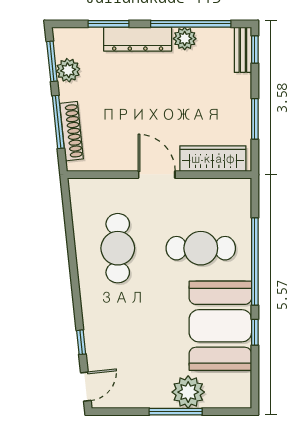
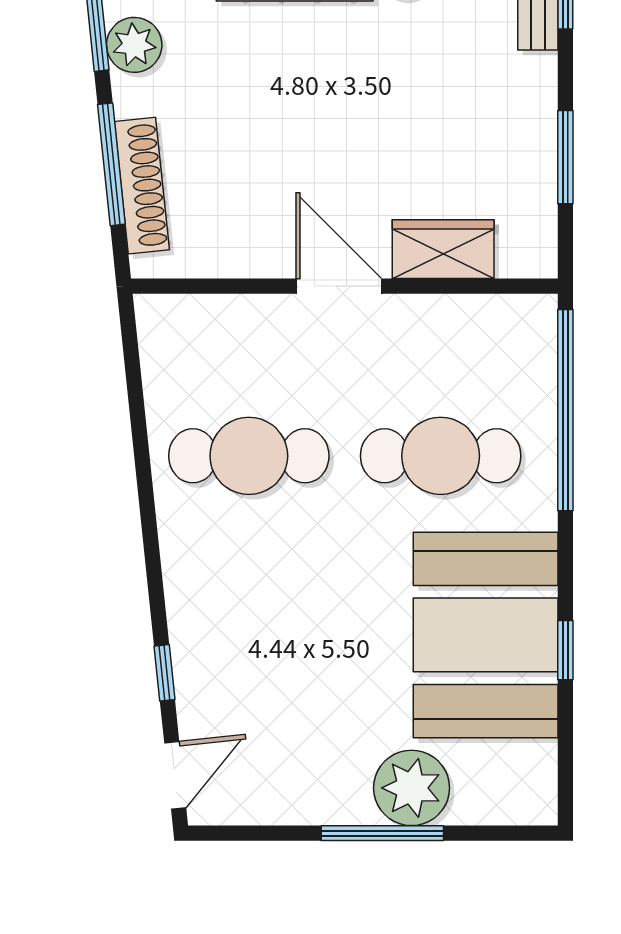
wardrobe: (213, 159) -> (443, 249), width x0.67
cafe table: (118, 248) -> (249, 456), turned 90
window: (255, 262) -> (565, 410), moved

